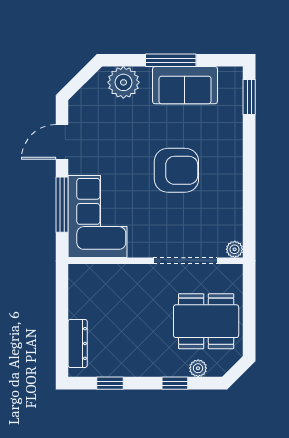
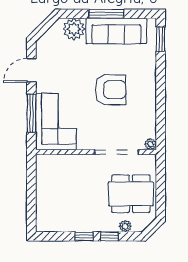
sofa: (185, 85) -> (116, 31), width x1.36
dresser: (78, 343) -> (42, 209), removed
window: (110, 383) -> (84, 236), moved

